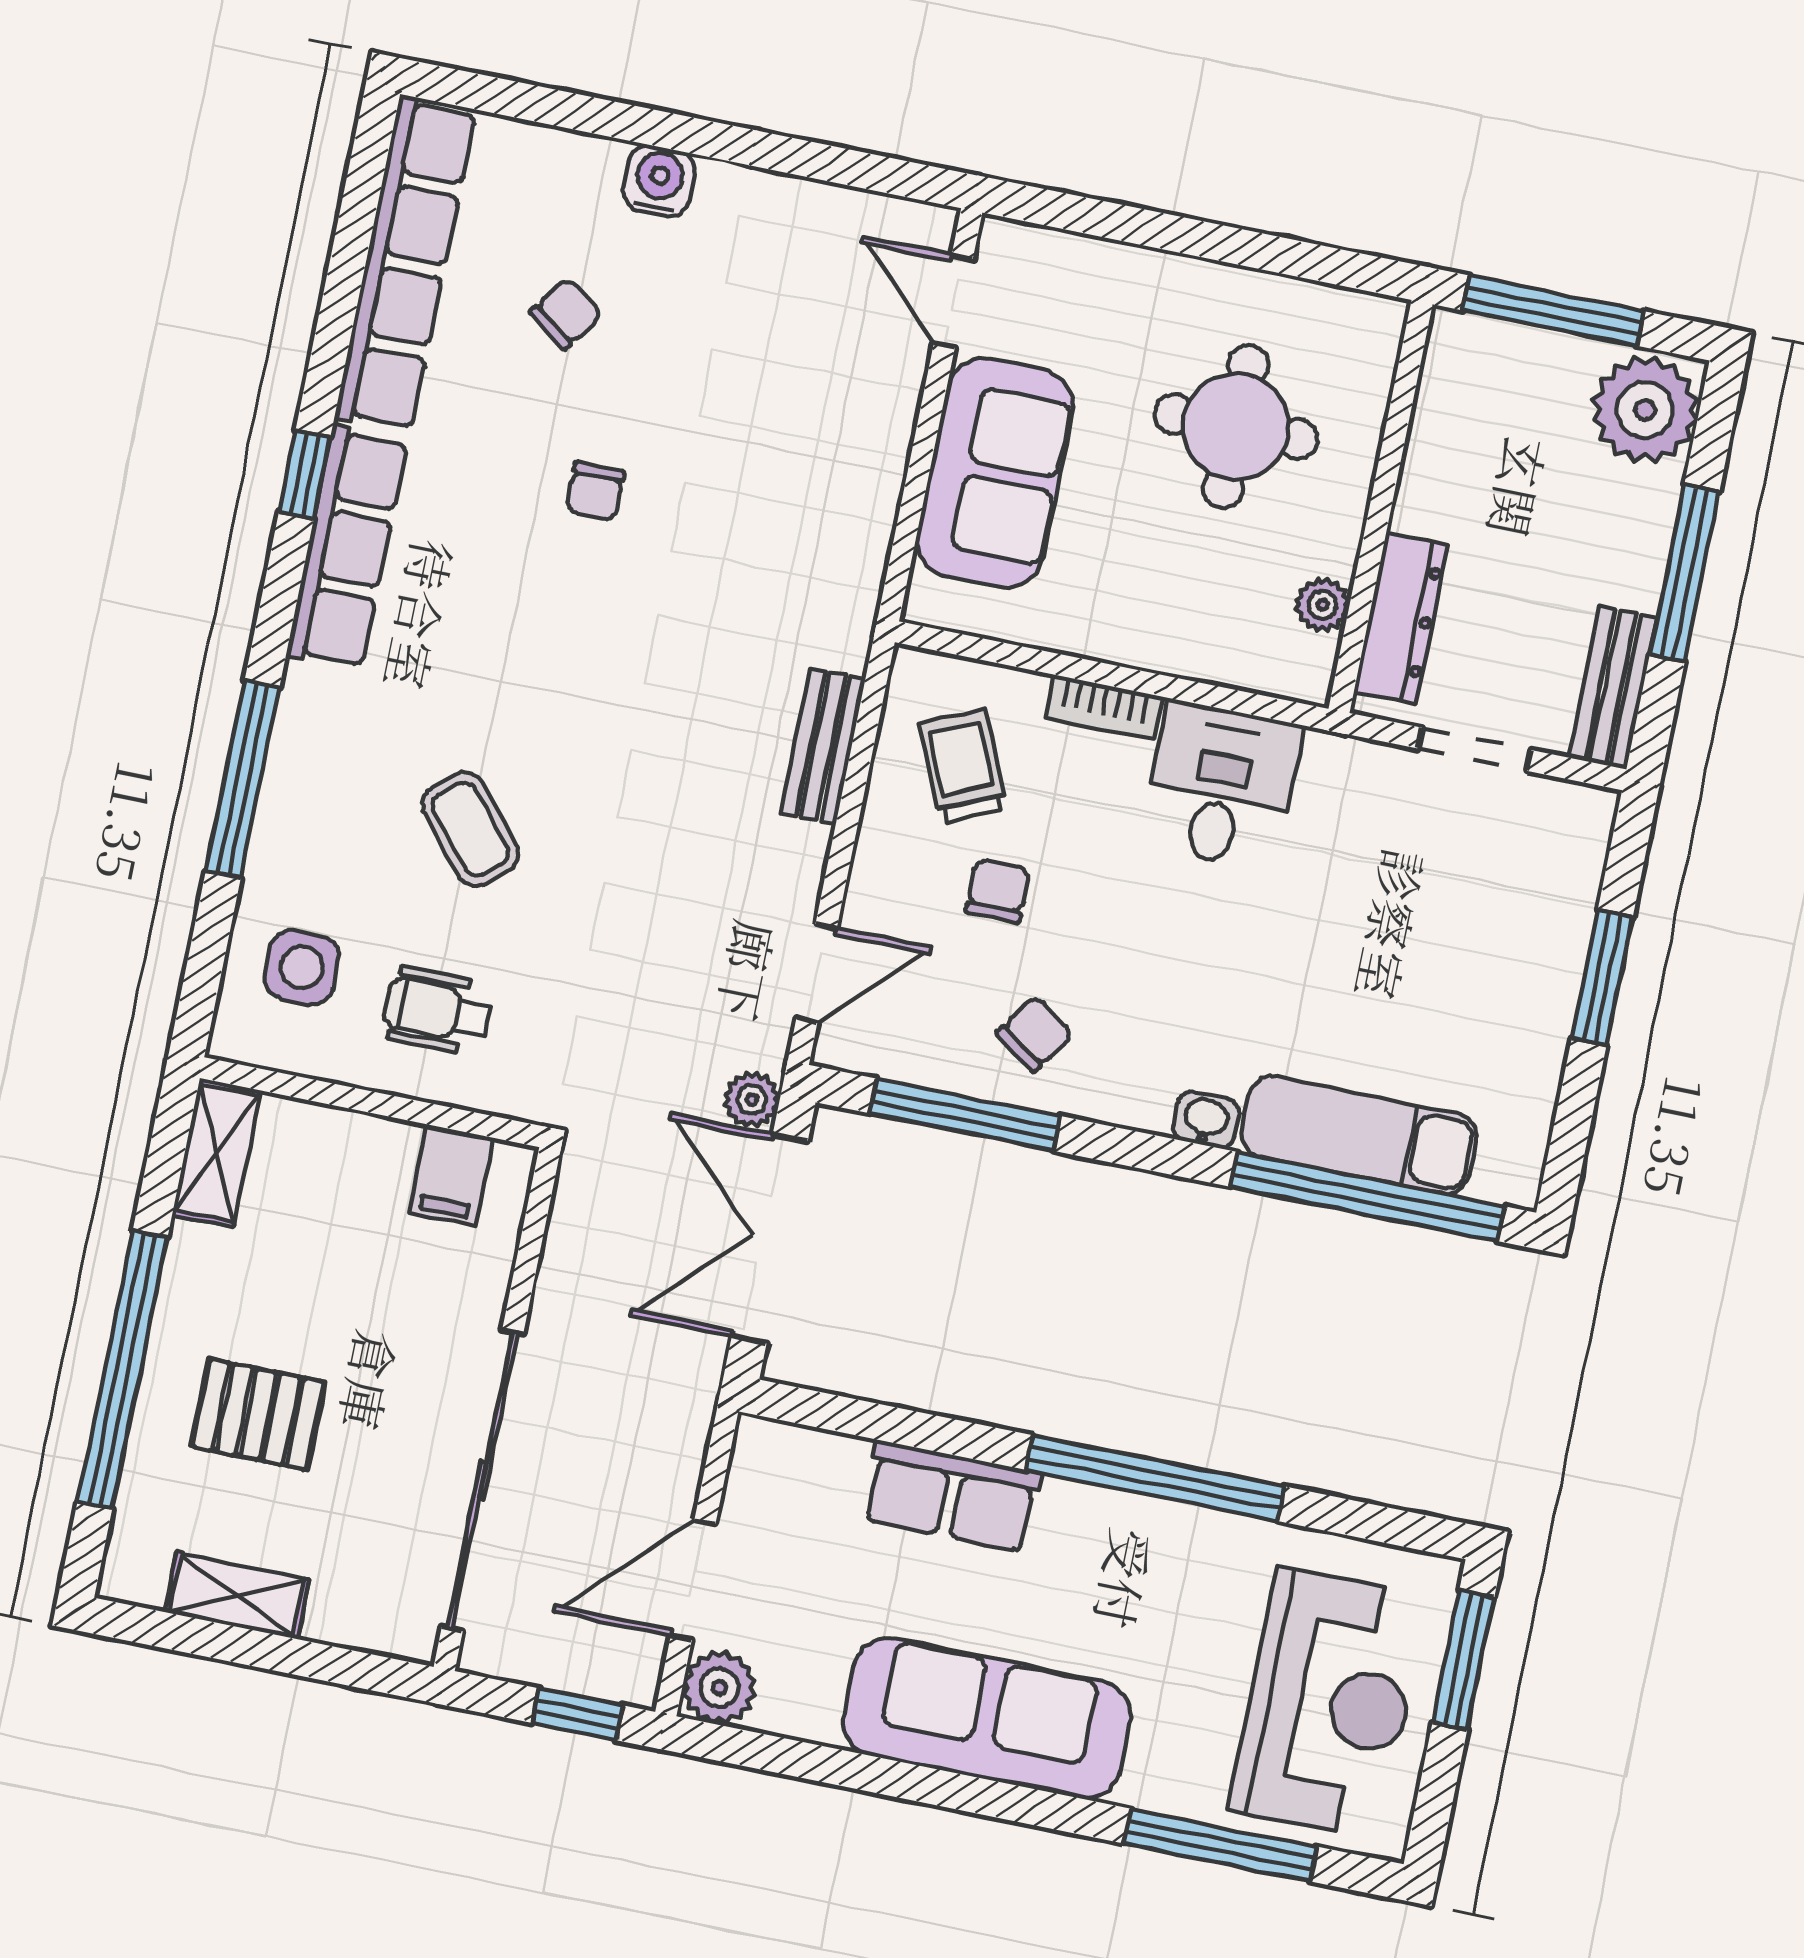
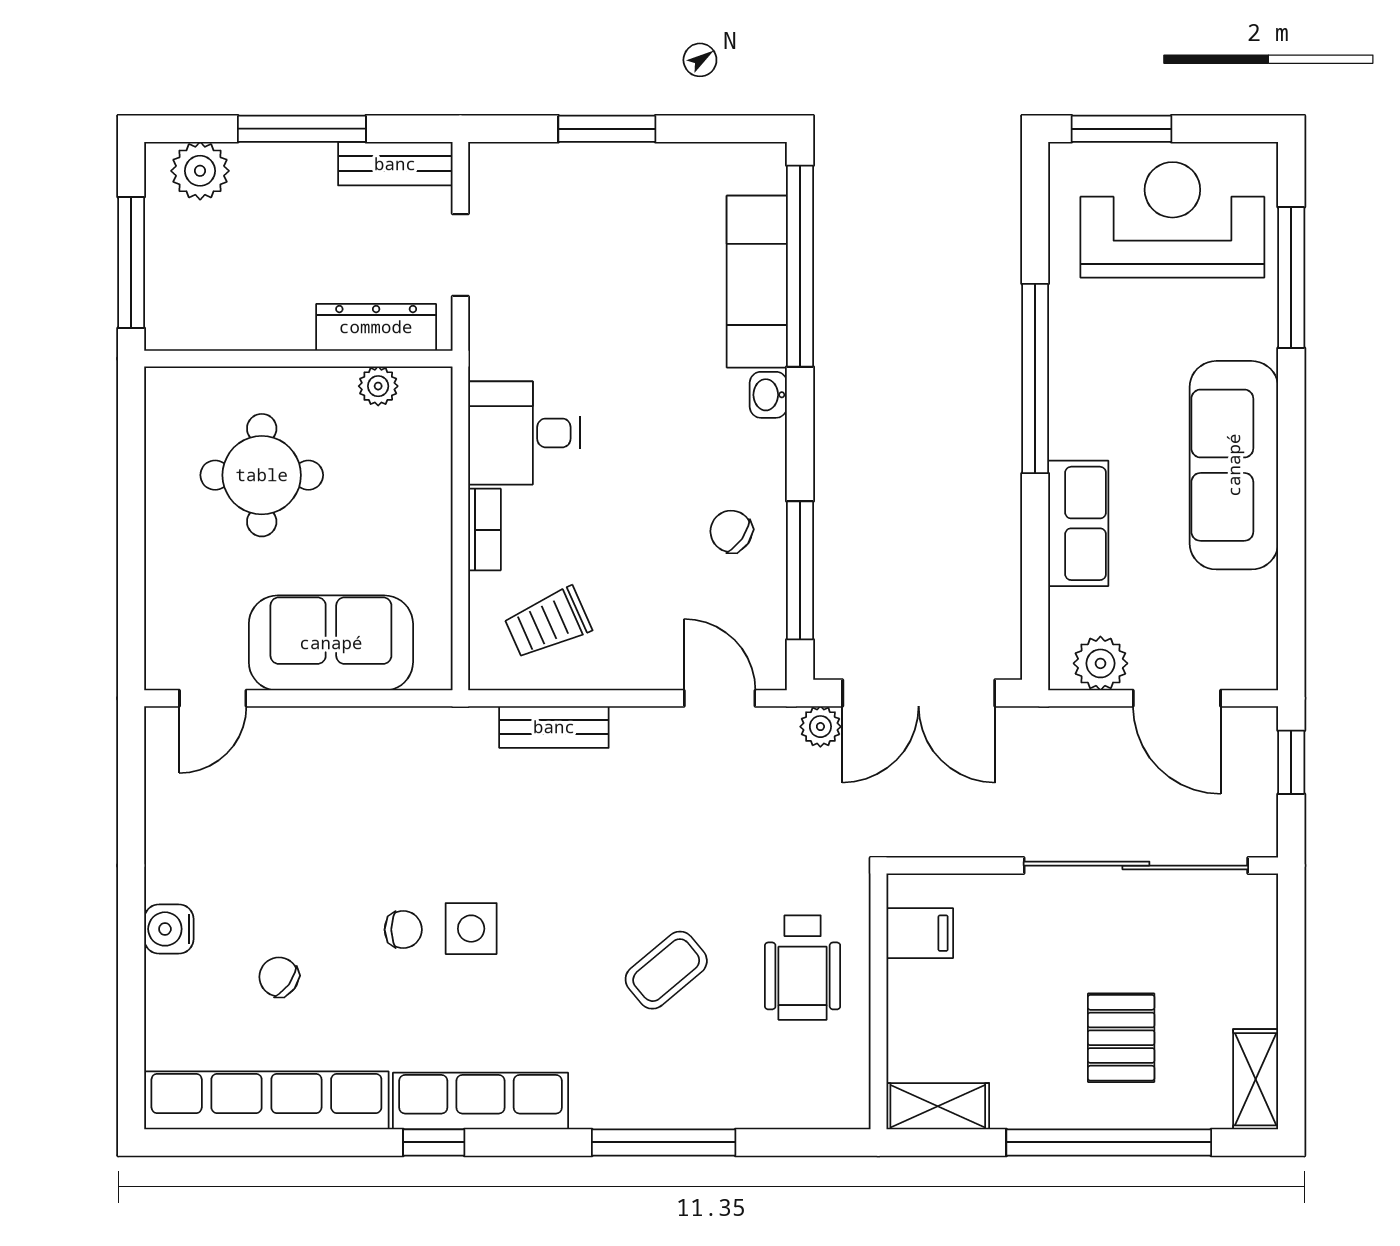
plant: (1645, 410) -> (200, 171), width x0.73, depth x0.73
chair: (998, 891) -> (633, 579), removed
side table: (302, 968) -> (471, 929), moved
wheelchair: (437, 1011) -> (803, 968), width x1.36, depth x1.37
shelving: (237, 1596) -> (1256, 1079), moved
plant: (719, 1688) -> (1100, 663), moved

